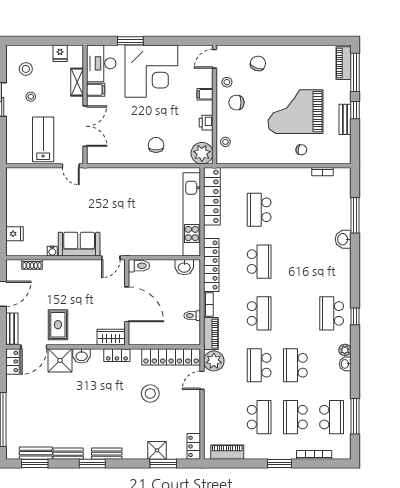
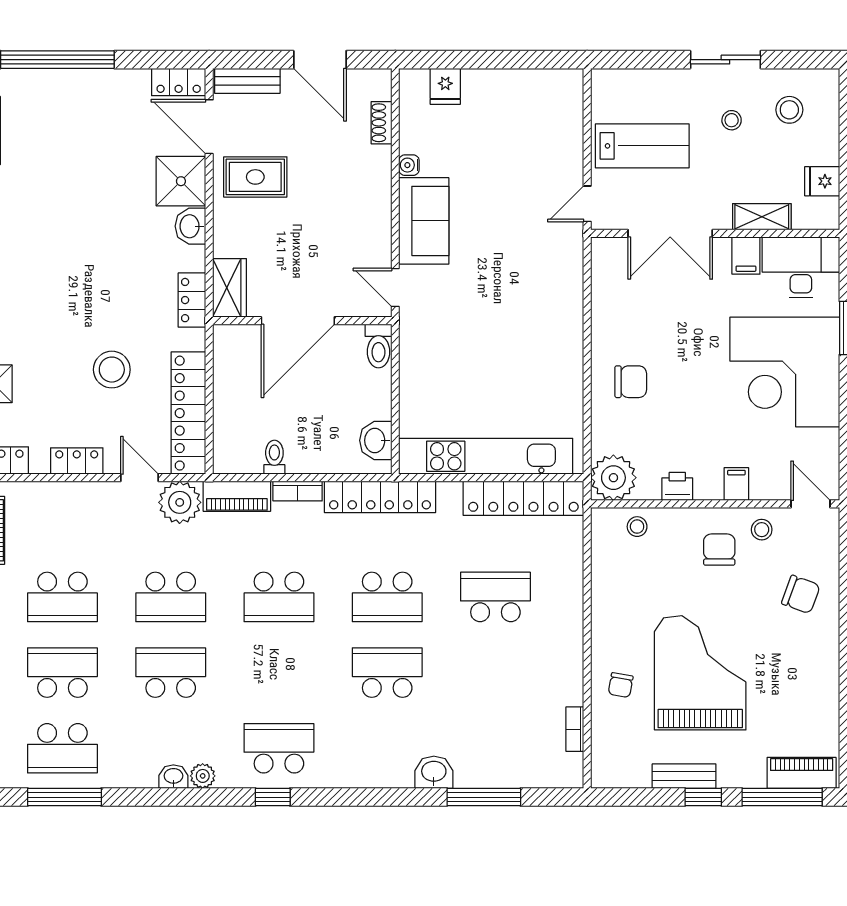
school desk: (295, 262) -> (387, 673), added
school desk: (259, 365) -> (171, 597), turned 180
locker: (194, 410) -> (77, 461), added

